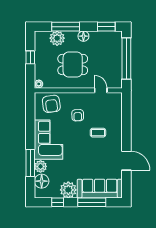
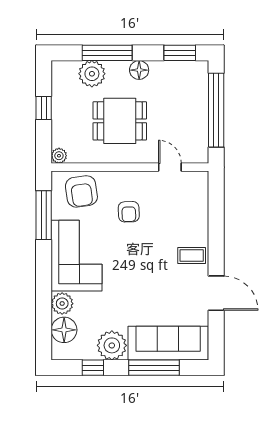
coffee table: (98, 133) -> (192, 256), moved
window: (30, 163) -> (44, 215), moved

